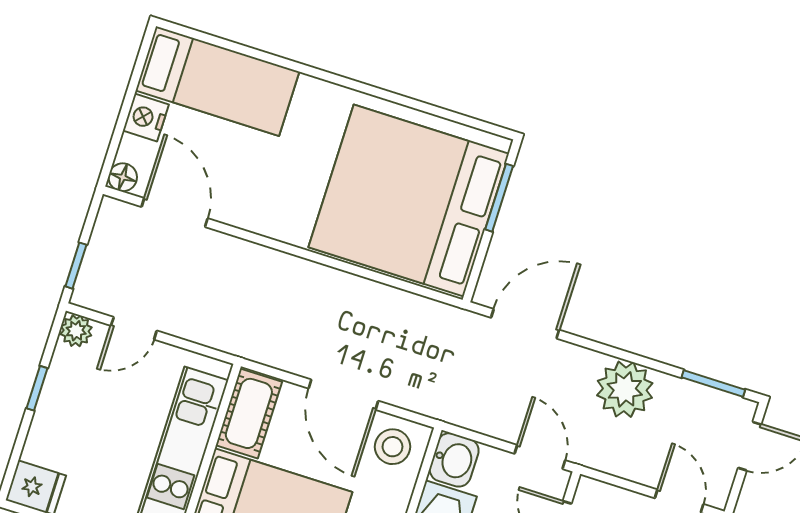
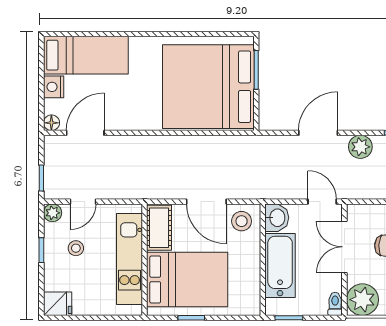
door: (175, 213) -> (85, 133), hinge flipped
door: (525, 324) -> (318, 133), moved
plant: (625, 389) -> (360, 147), width x0.73, depth x0.73
stool: (97, 403) -> (76, 248), added

